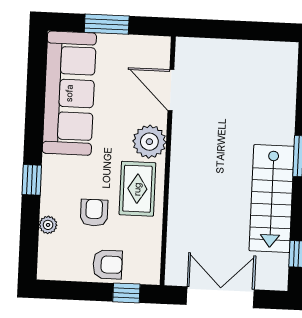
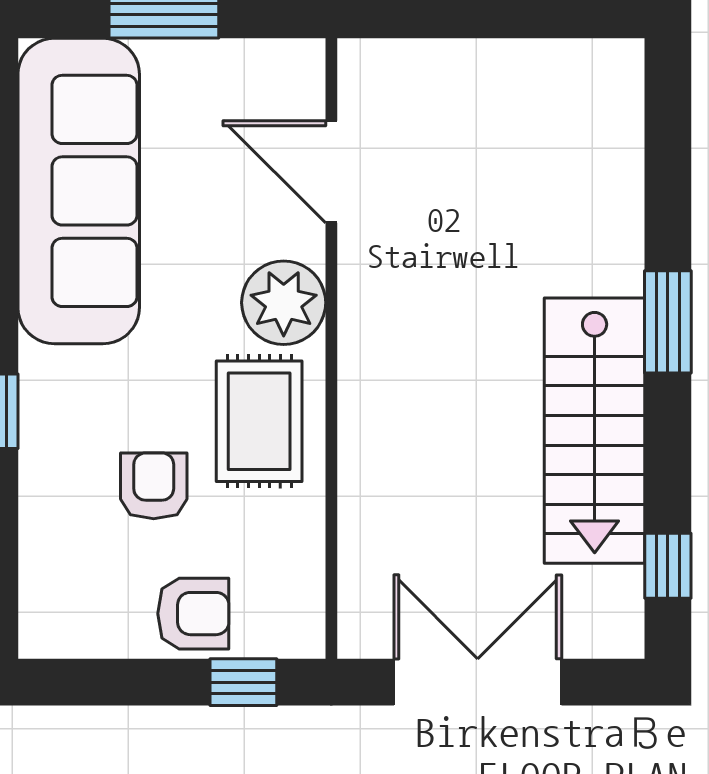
plant: (48, 225) -> (41, 522), removed

